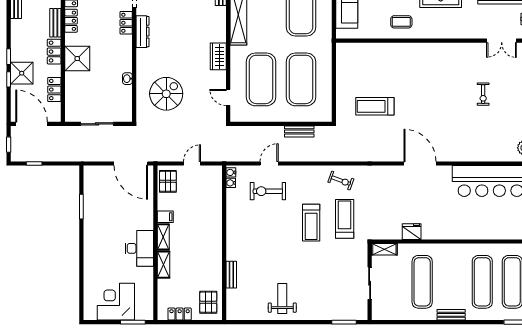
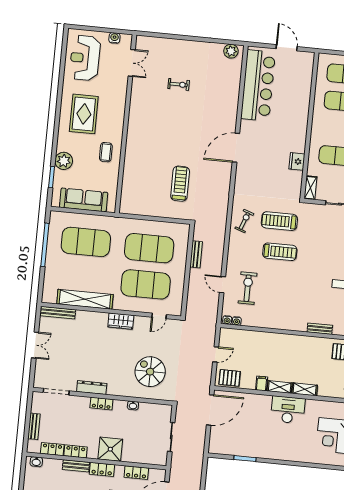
locker: (126, 23) -> (101, 403), moved
treadmill: (375, 106) -> (180, 184), turned 180
door: (192, 163) -> (216, 354), swing flipped
exercise bike: (268, 191) -> (247, 288), turned 180

